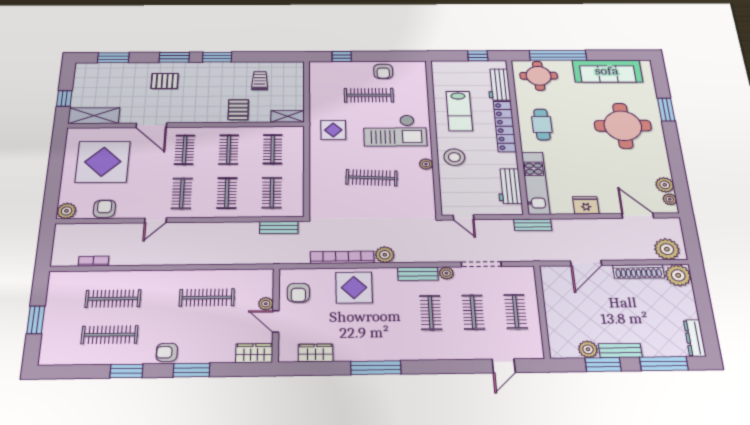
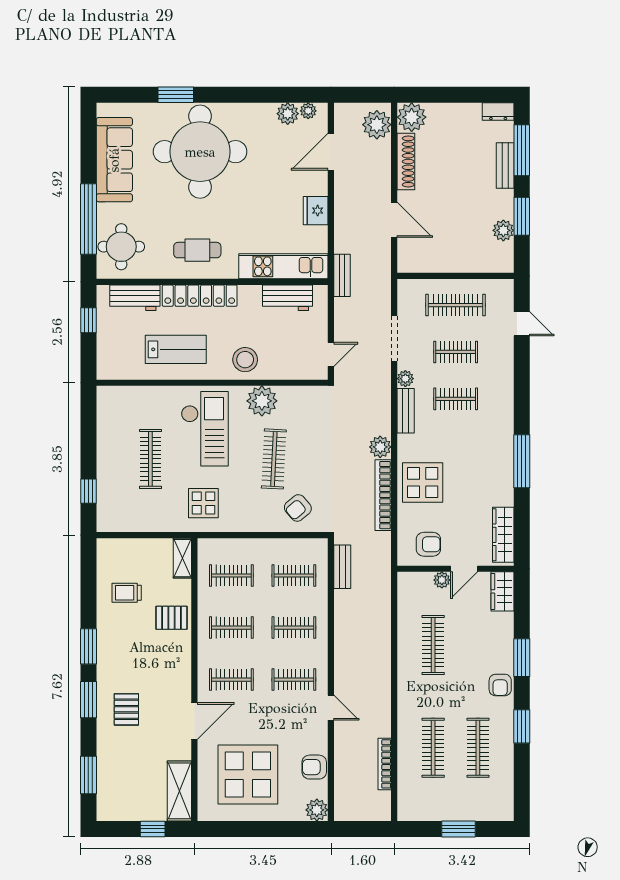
armchair: (383, 71) -> (298, 508), moved, turned 140
round table: (623, 126) -> (200, 152), width x1.36, depth x1.36
plant: (426, 164) -> (262, 401), width x1.87, depth x1.87
bookcase: (93, 261) -> (385, 764), width x1.56
clothes rail: (516, 312) -> (456, 305), width x1.36
dresser: (695, 338) -> (498, 112), width x0.70
bench: (620, 350) -> (505, 165), moved
wardrobe: (316, 353) -> (503, 535), width x1.50

